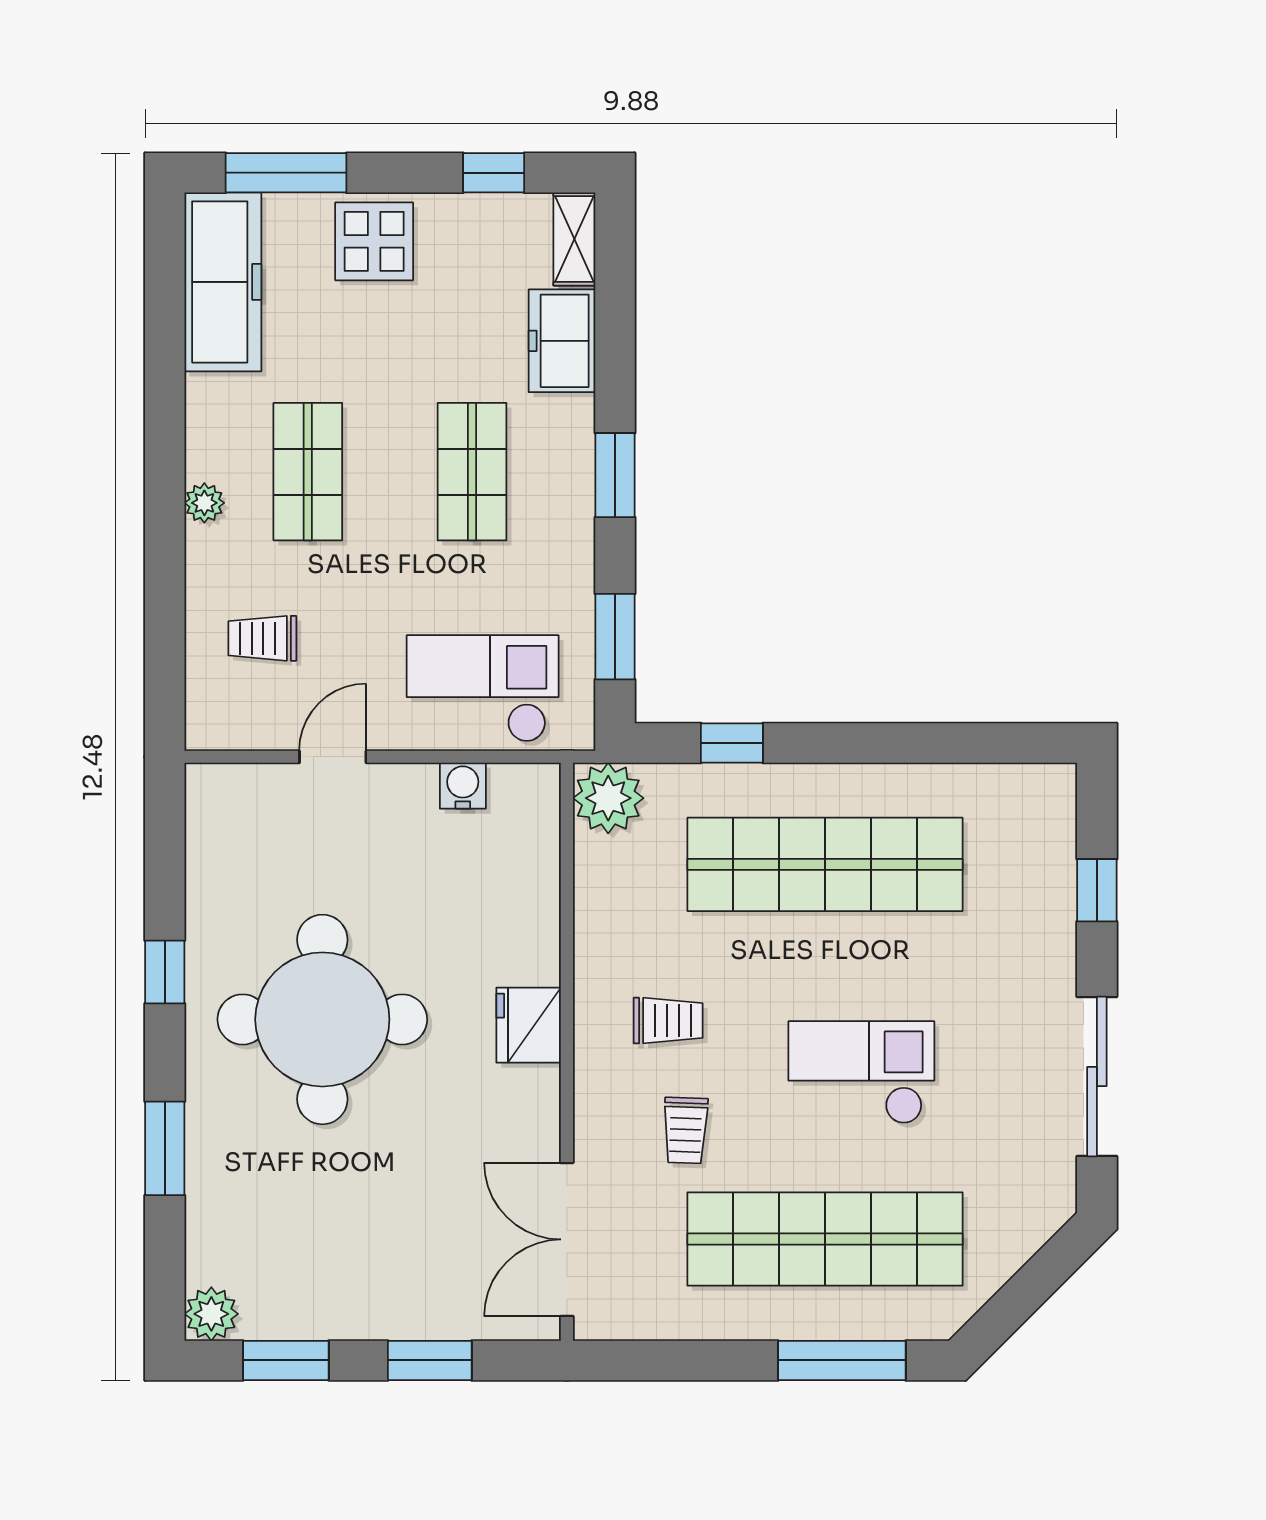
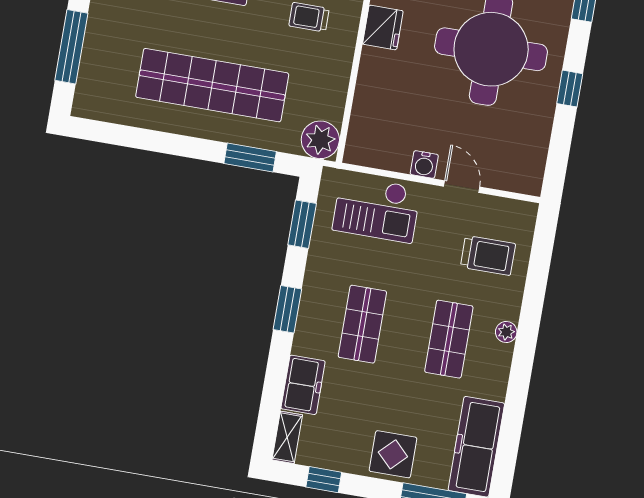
trolley: (262, 638) -> (488, 255), width x1.36, depth x1.39
window: (732, 743) -> (250, 158), width x1.50
door: (333, 757) -> (462, 187), swing flipped
water cooler: (463, 786) -> (424, 165), moved
window: (1097, 890) -> (71, 47), width x2.17

